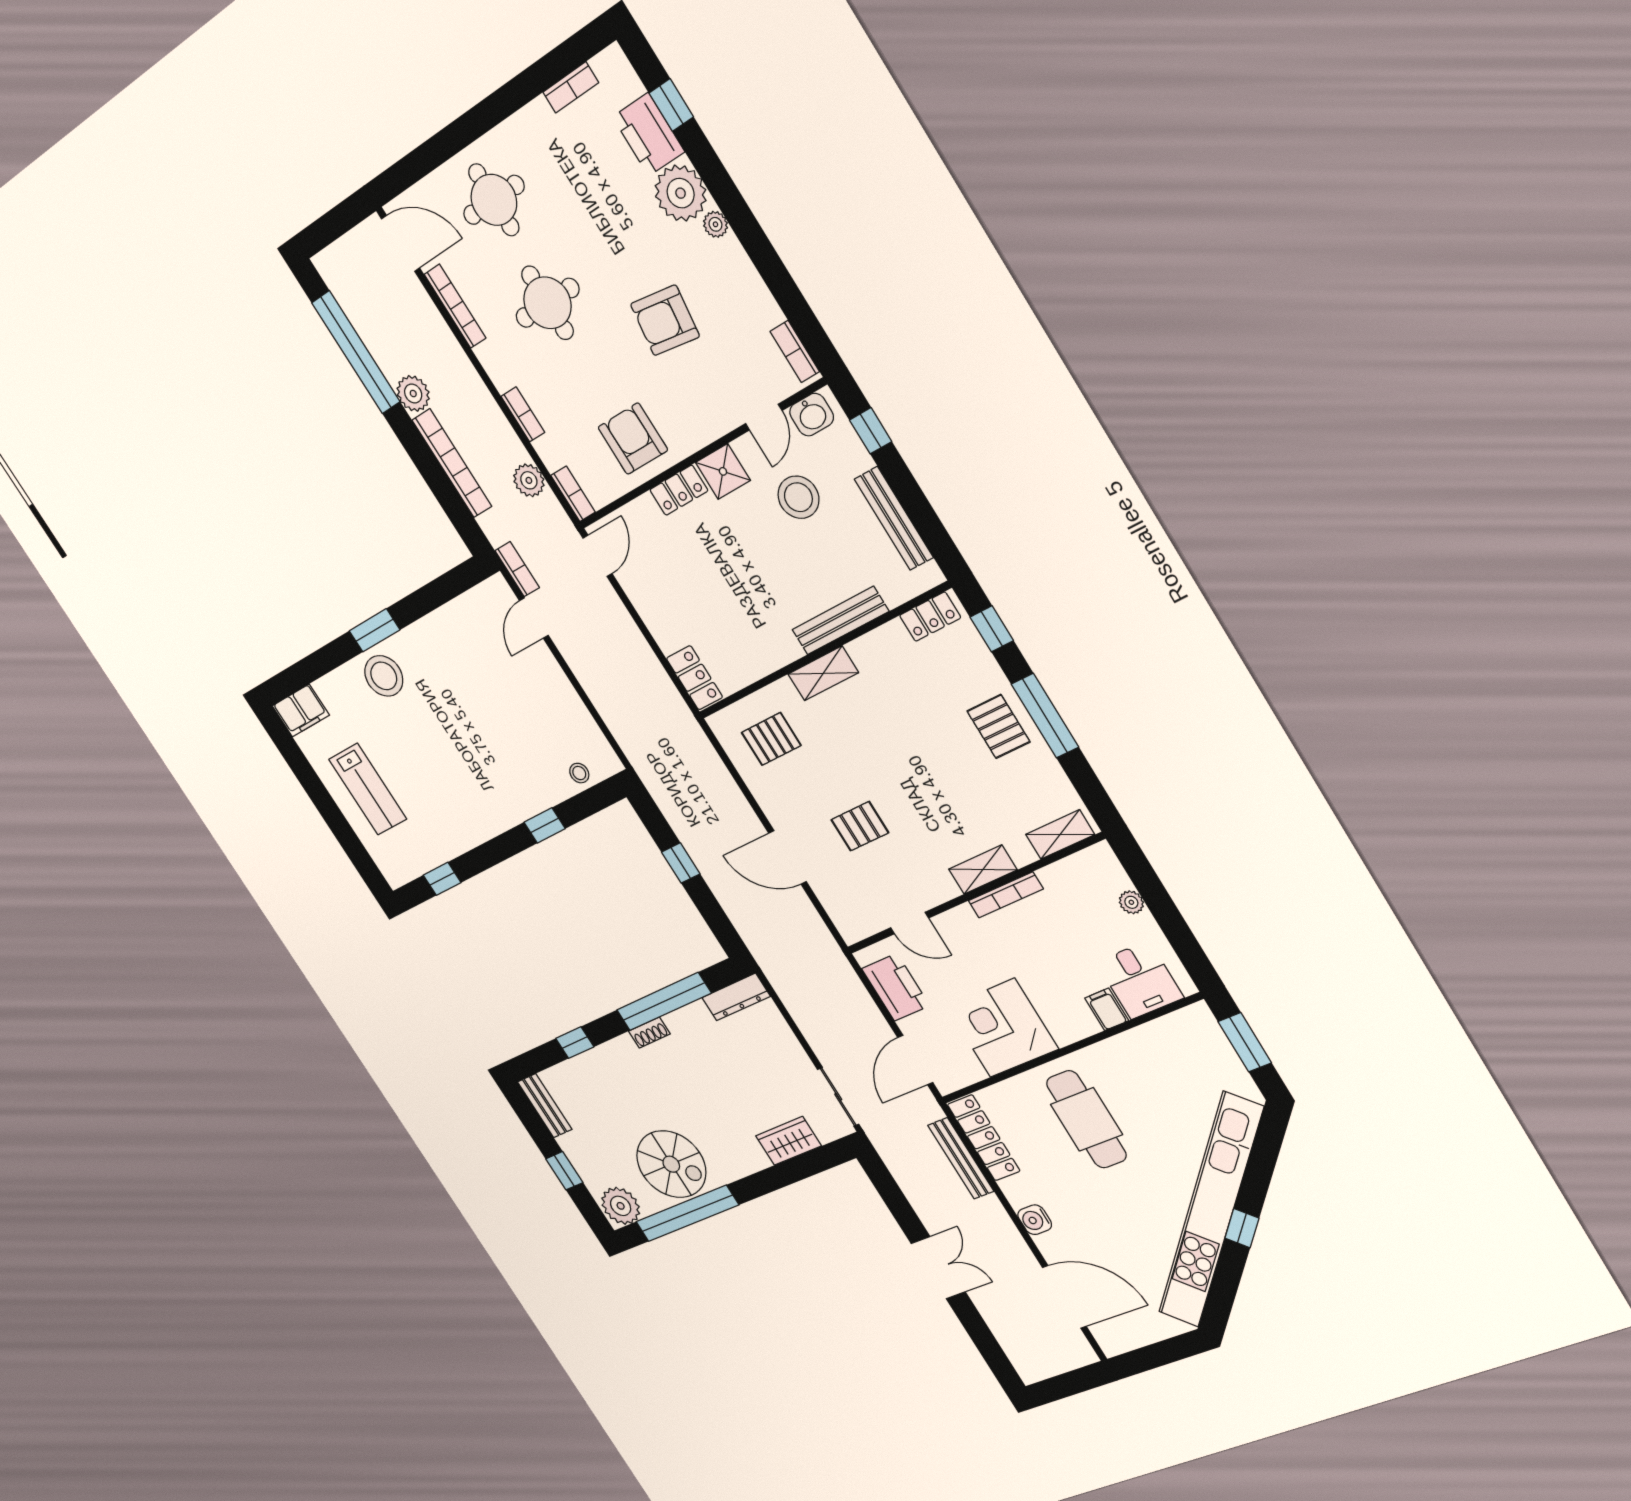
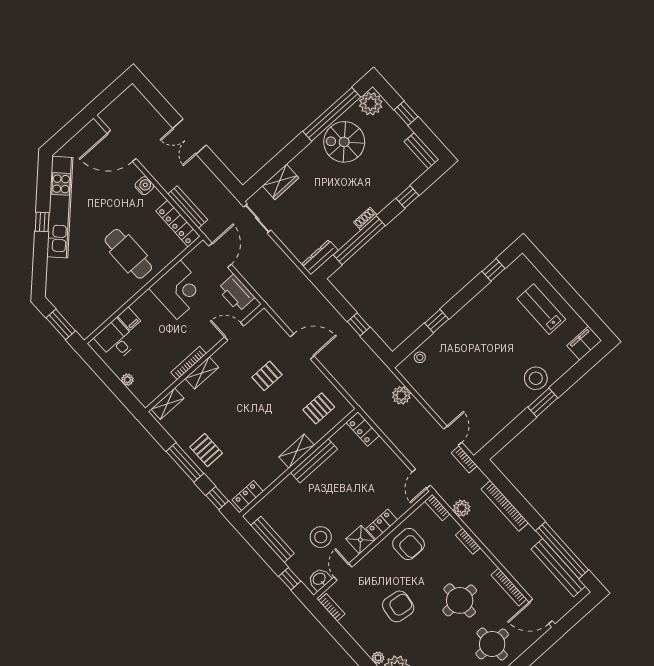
bench: (365, 321) -> (558, 568), added
plant: (413, 394) -> (401, 395), moved
bench: (840, 621) -> (314, 461), moved
kitchen unit: (1210, 1211) -> (60, 207), width x0.73

